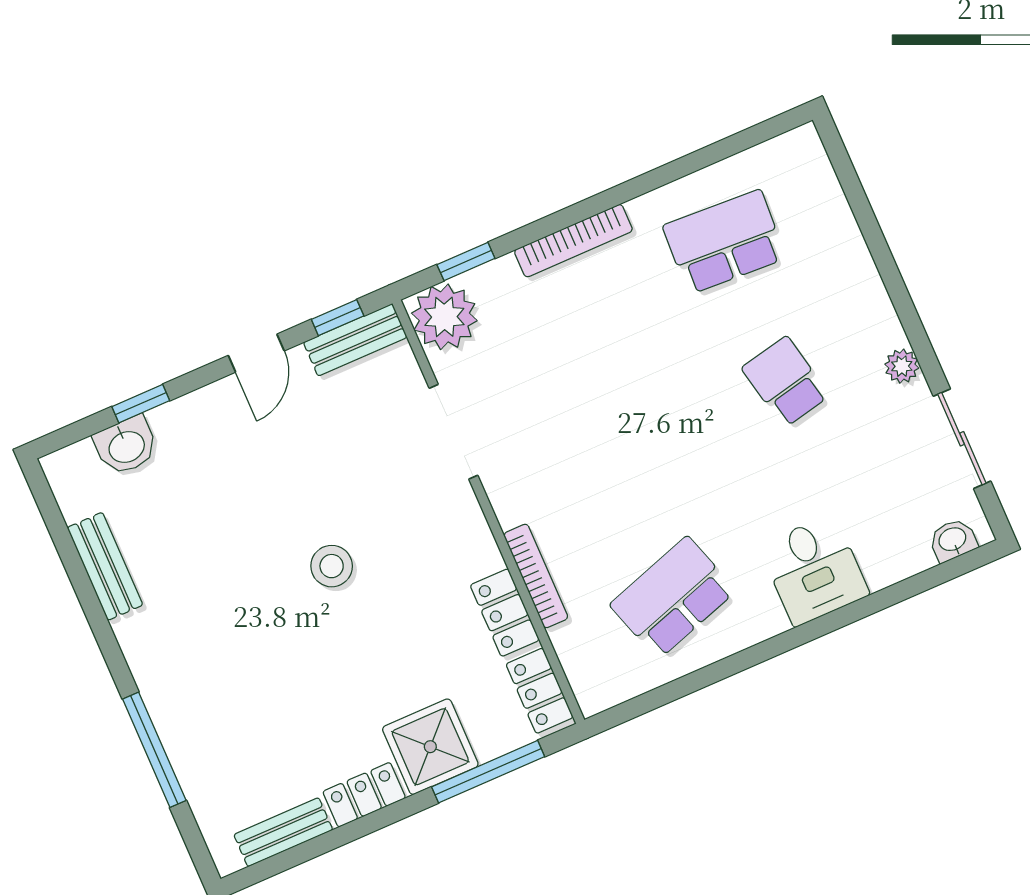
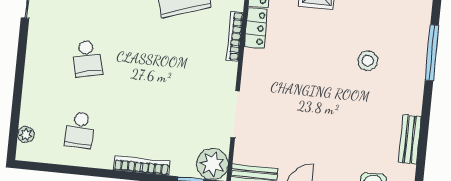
school desk: (724, 242) -> (80, 130), width x0.54
plant: (902, 366) -> (26, 134), moved
stool: (332, 566) -> (368, 61), moved

